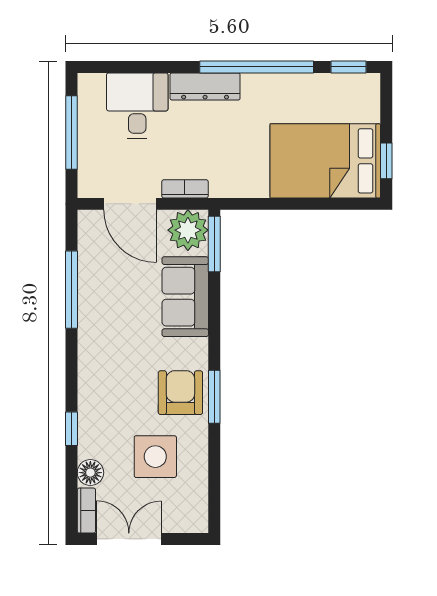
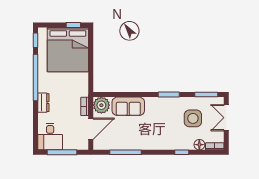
dresser: (205, 86) -> (43, 103), width x0.70
desk: (137, 106) -> (50, 137), moved, turned -90
bed: (325, 161) -> (68, 50), width x1.36
window: (214, 244) -> (206, 95), moved
armchair: (180, 393) -> (167, 108), removed
double door: (129, 539) -> (226, 118), moved

